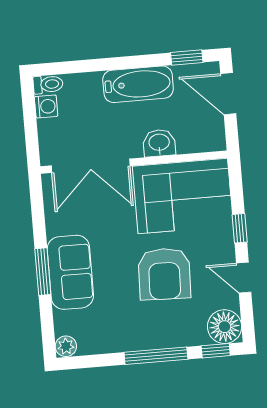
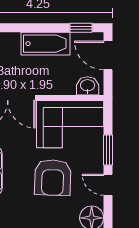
washbasin: (159, 143) -> (88, 86), moved
window: (240, 228) -> (108, 150), width x1.50

